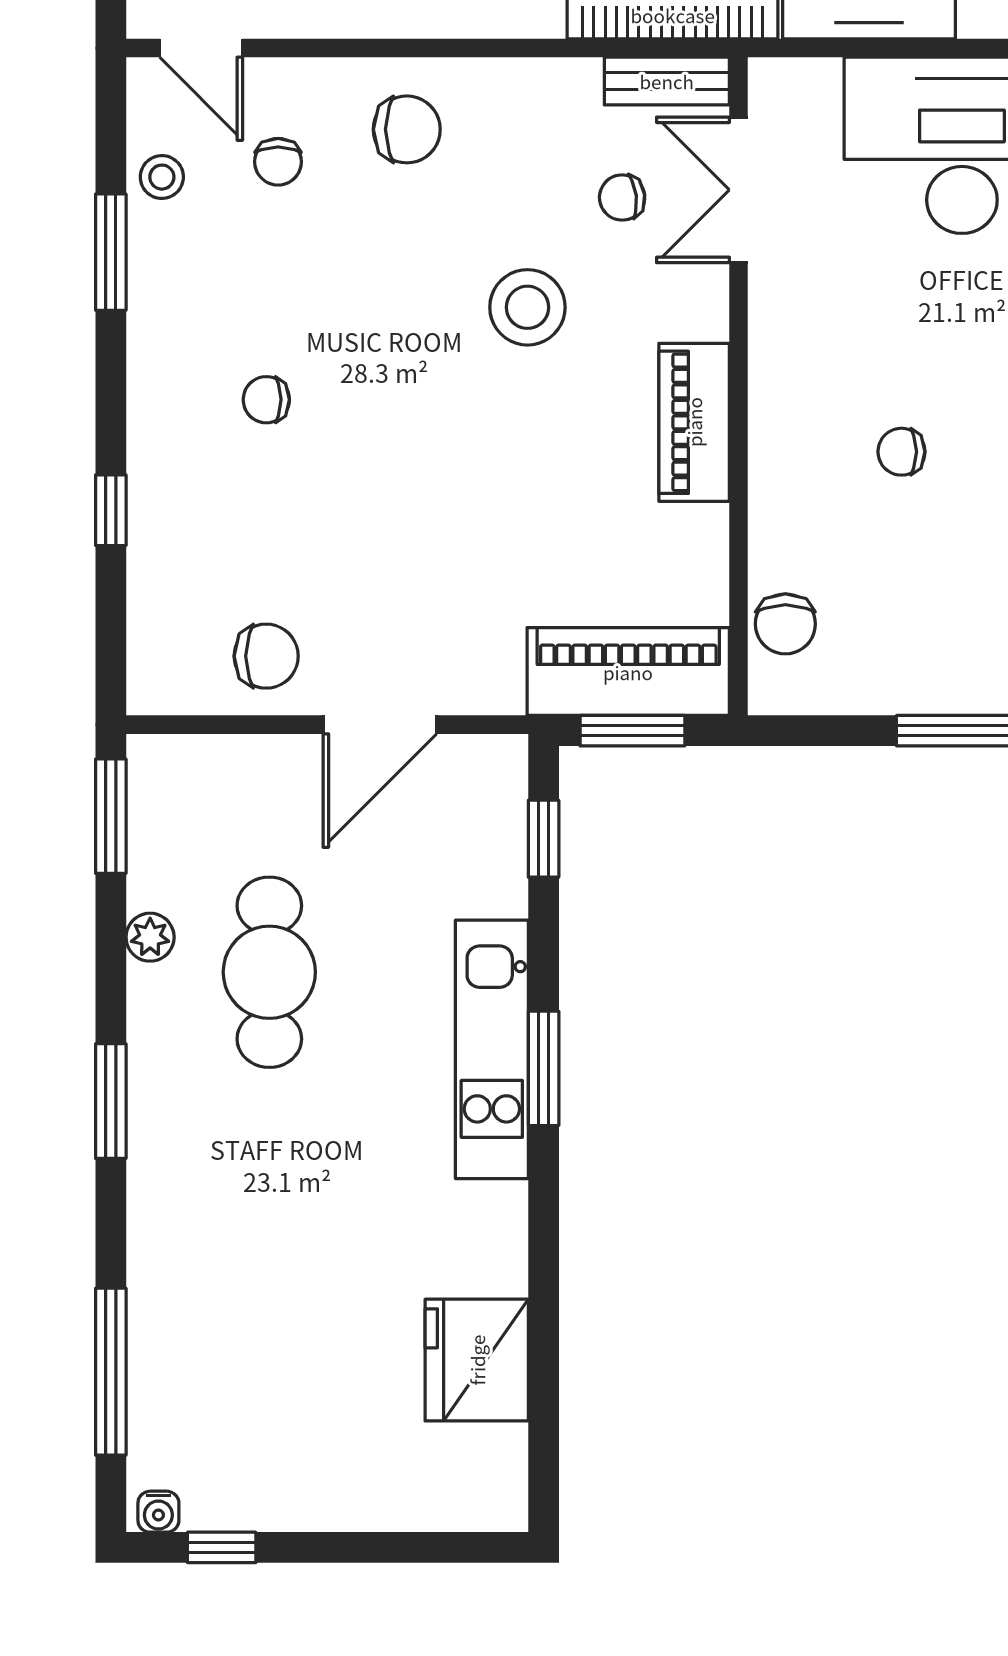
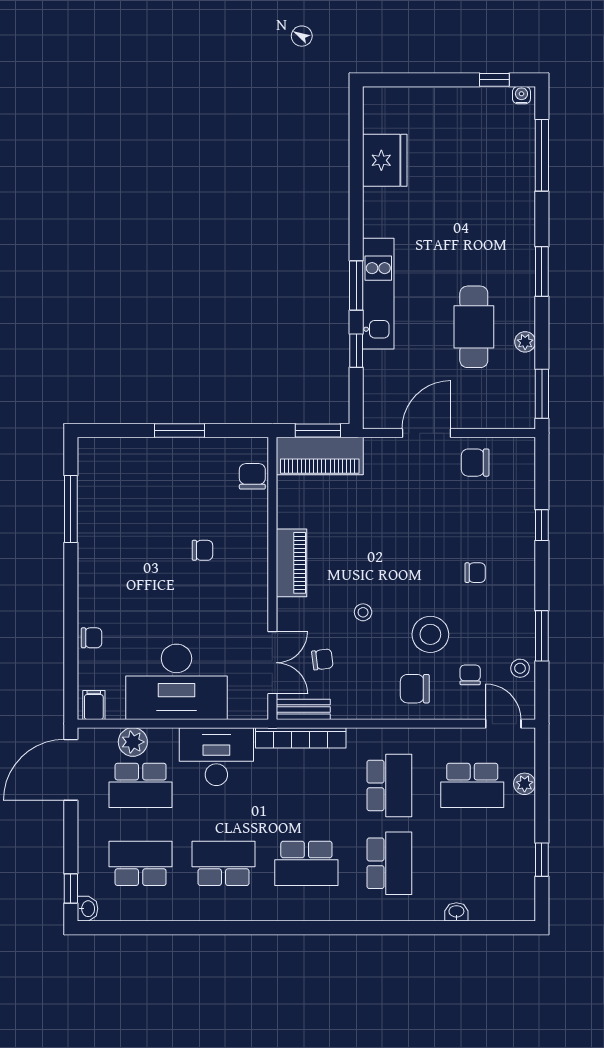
stool: (371, 256) -> (430, 634), added
stool: (527, 307) -> (363, 612), width x0.53, depth x0.53
window: (544, 839) -> (356, 351), moved

